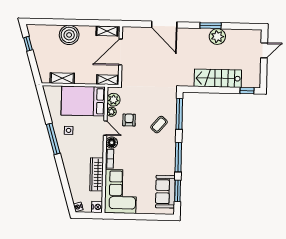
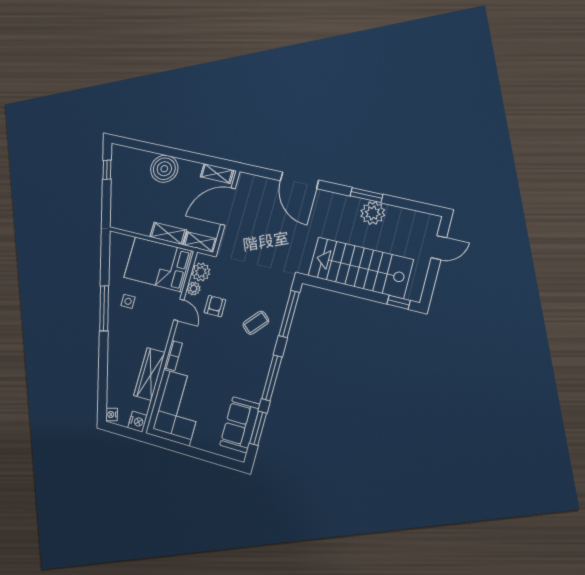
shelving: (62, 78) -> (168, 233), moved
stairs: (218, 78) -> (360, 268), width x1.36, depth x1.51
floor lamp: (112, 143) -> (182, 333), removed

